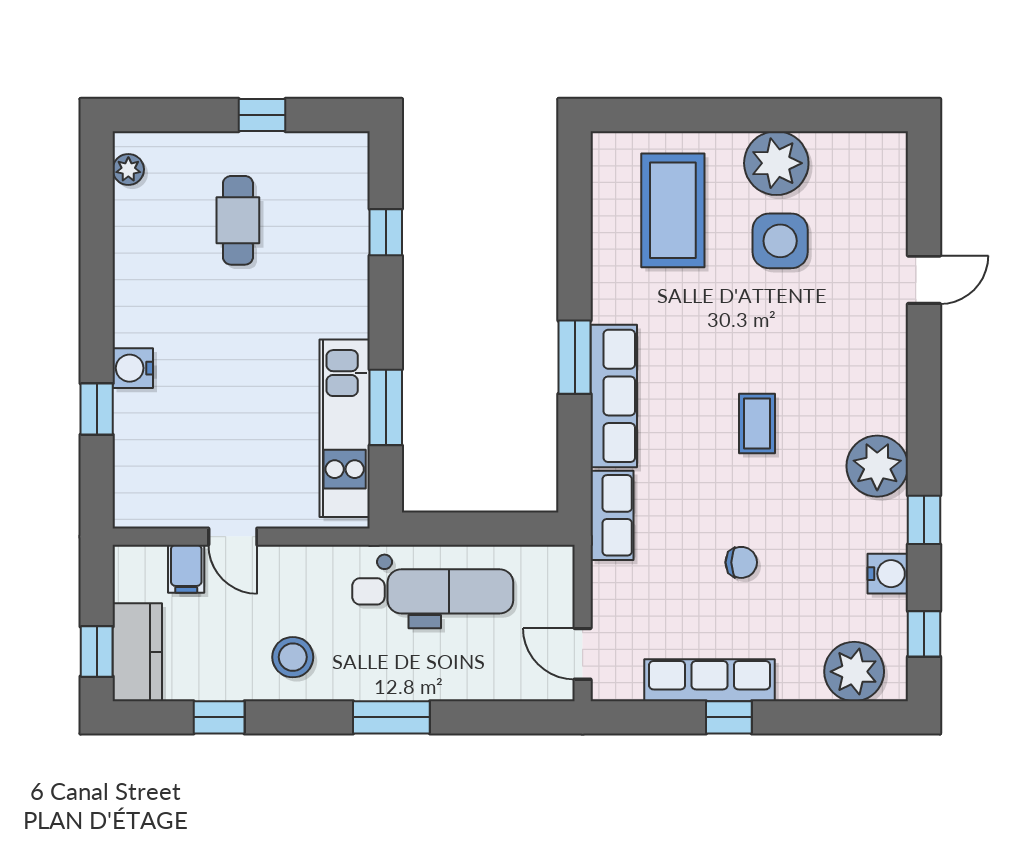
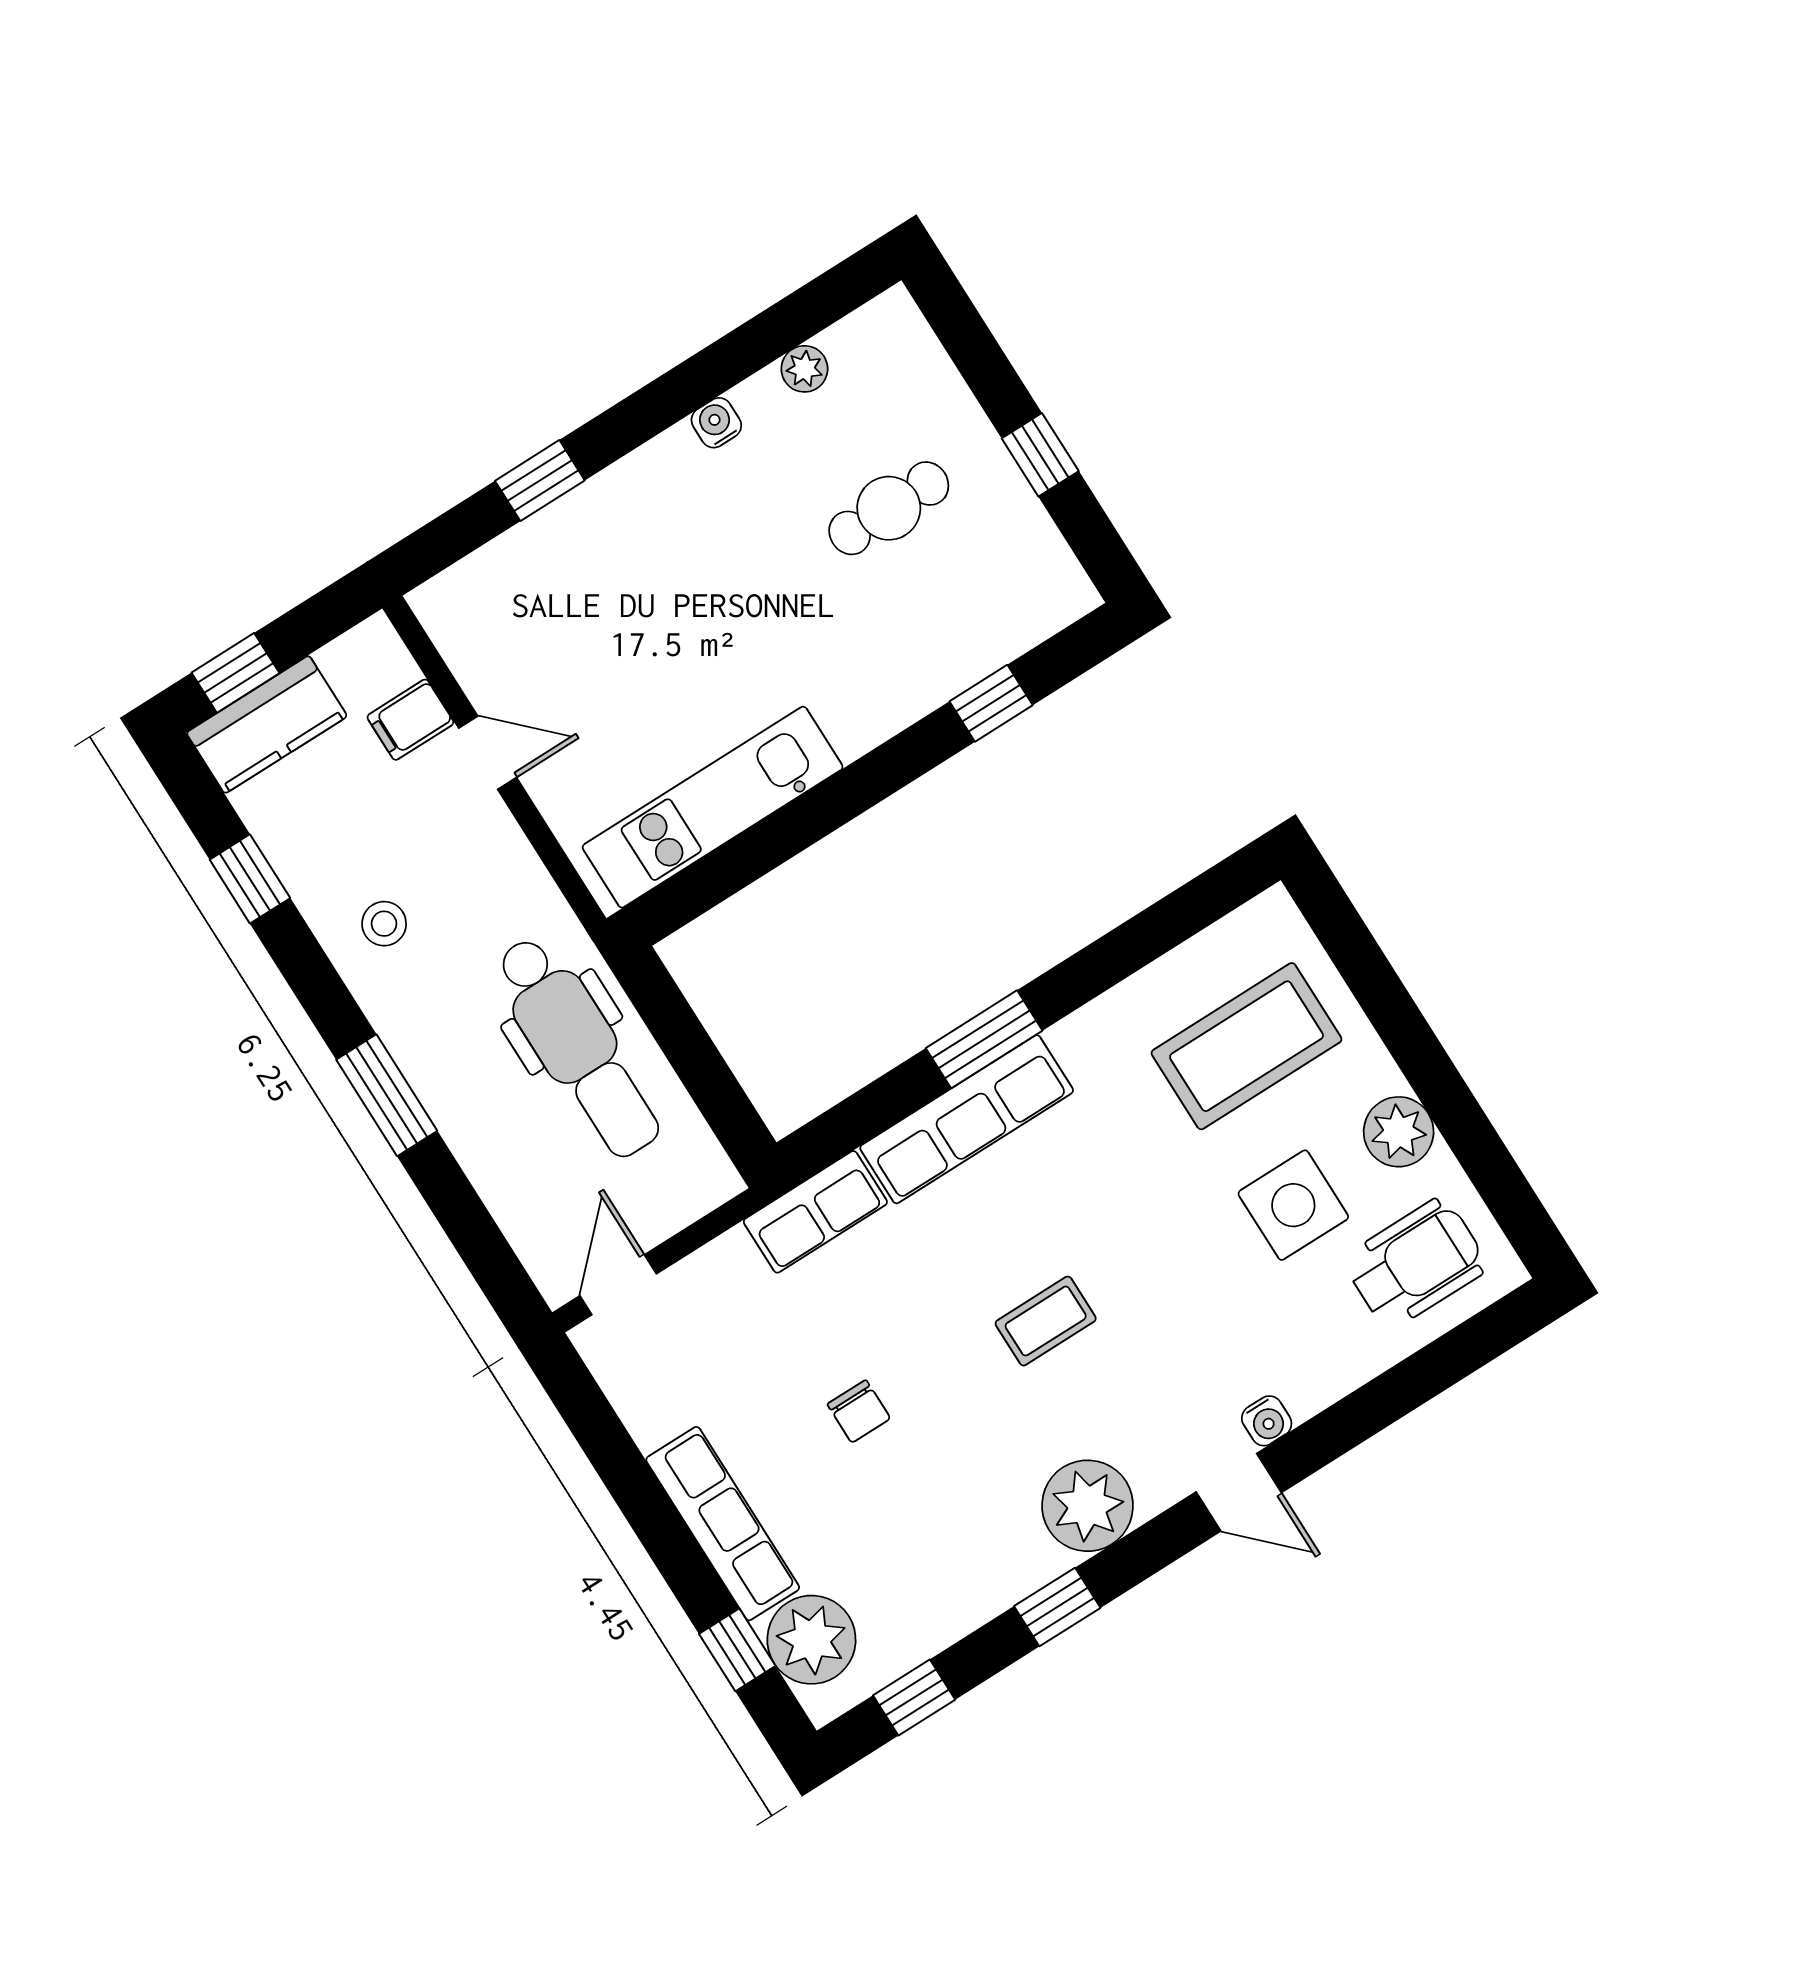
plant: (776, 163) -> (1399, 1132), width x0.73, depth x0.73
plant: (128, 169) -> (804, 369), moved
wheelchair: (857, 192) -> (1416, 1263), added
door: (924, 280) -> (1239, 1492), moved
water cooler: (133, 368) -> (716, 423), moved, width x0.72, depth x0.72
window: (386, 407) -> (771, 842), removed
door: (233, 537) -> (488, 753), swing flipped
water cooler: (888, 574) -> (1267, 1421), moved, width x0.72, depth x0.72
stool: (293, 657) -> (384, 924), width x0.73, depth x0.73
row of seats: (710, 680) -> (723, 1524), moved
window: (729, 717) -> (737, 1650), moved

